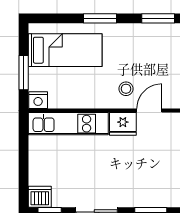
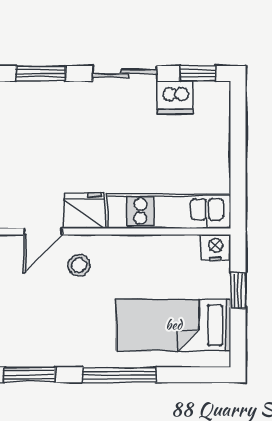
window: (100, 18) -> (120, 375), width x1.44
window: (24, 73) -> (238, 290), width x0.67
dishwasher: (40, 197) -> (175, 97), moved

